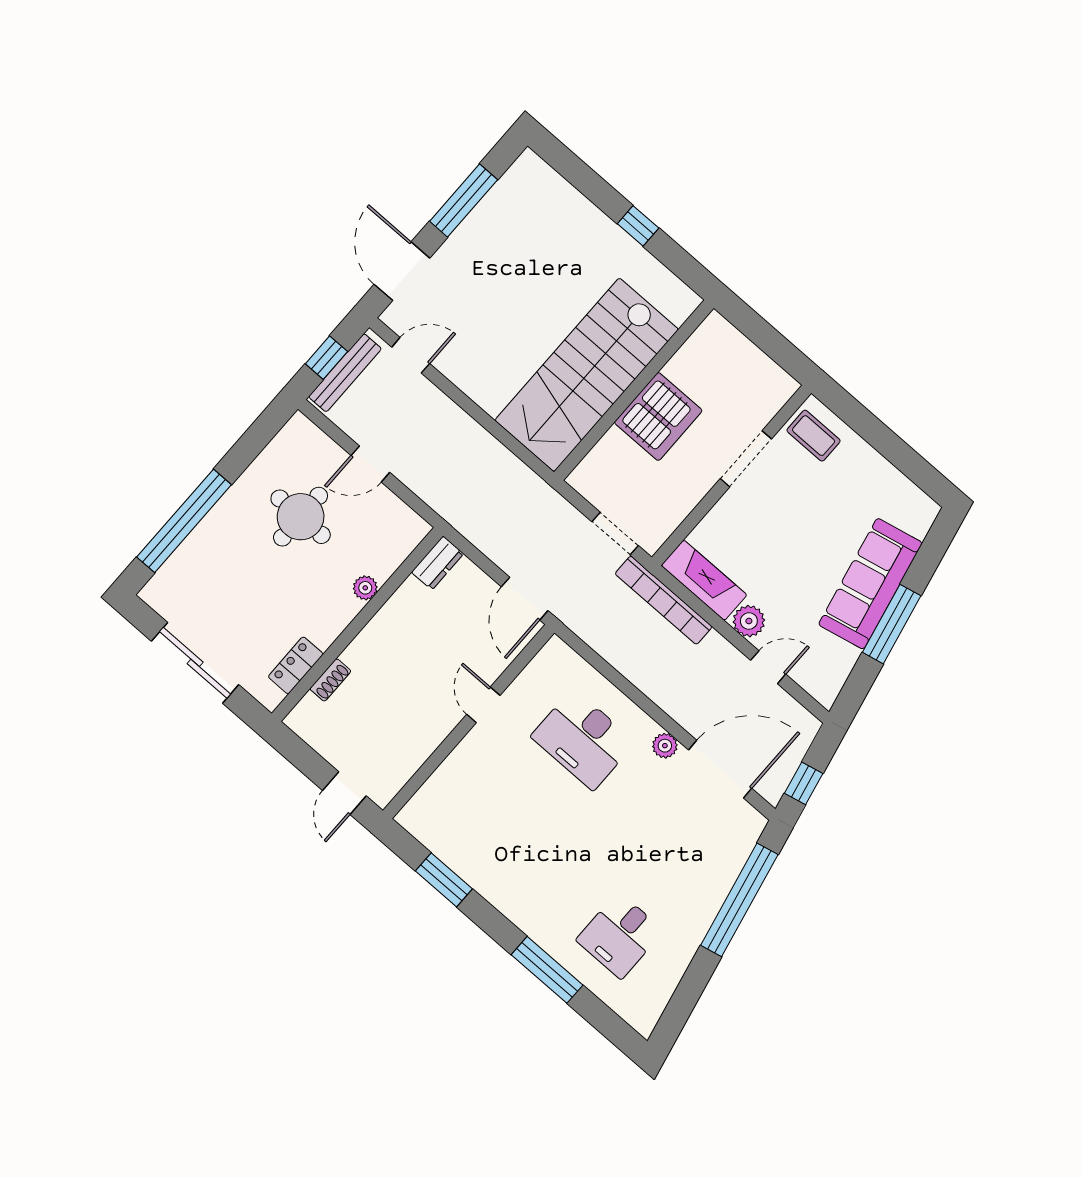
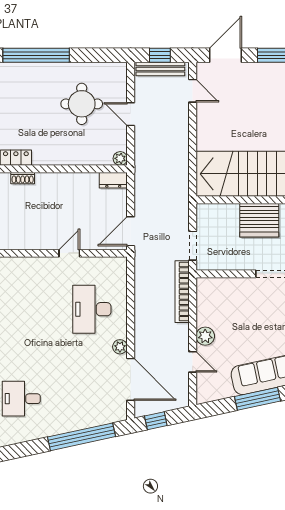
fireplace: (704, 580) -> (206, 301), removed
plant: (365, 588) -> (120, 158), moved

